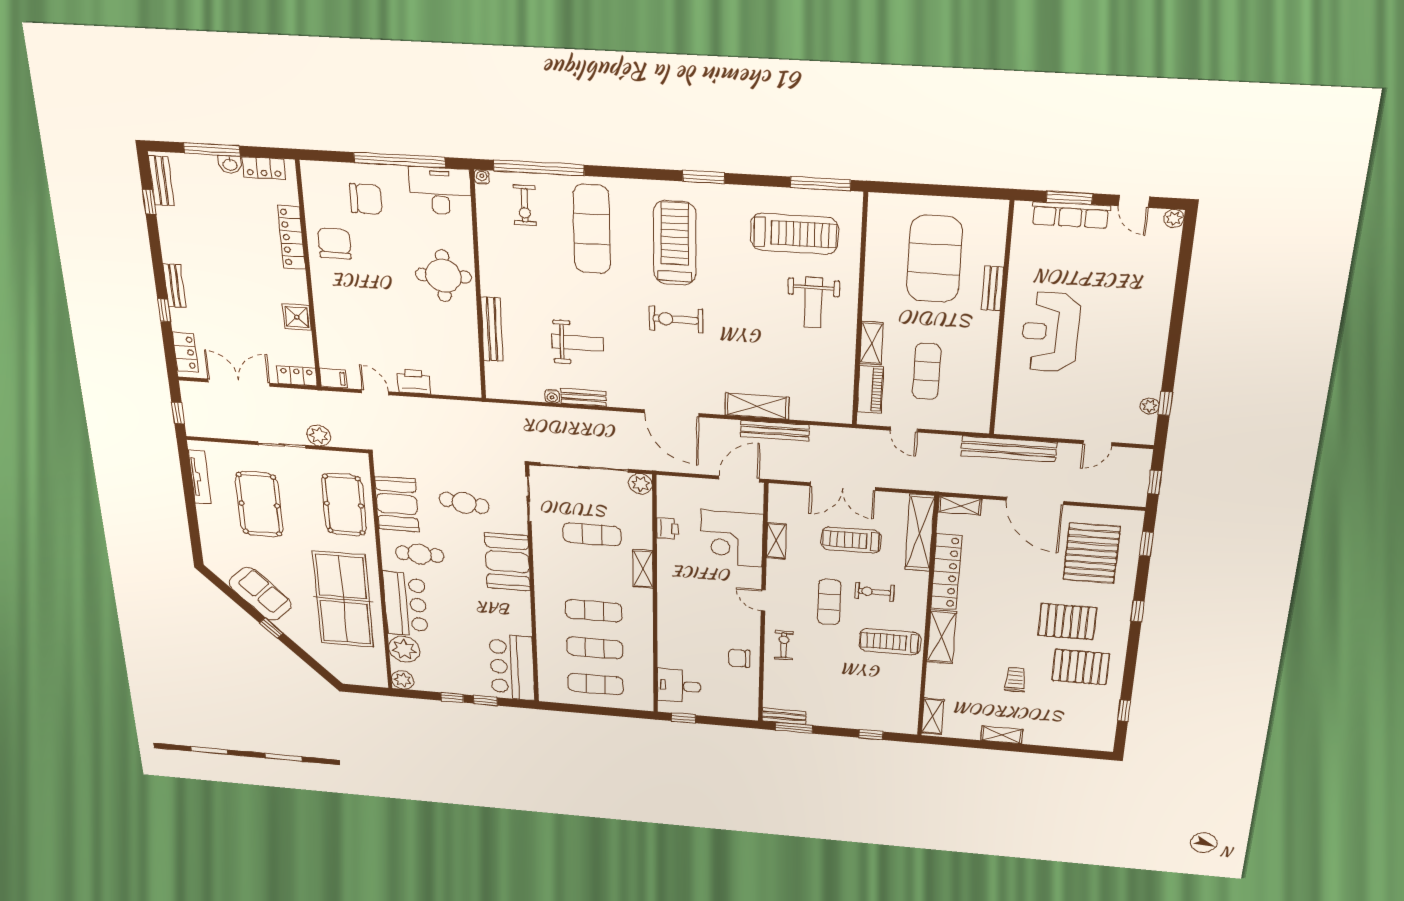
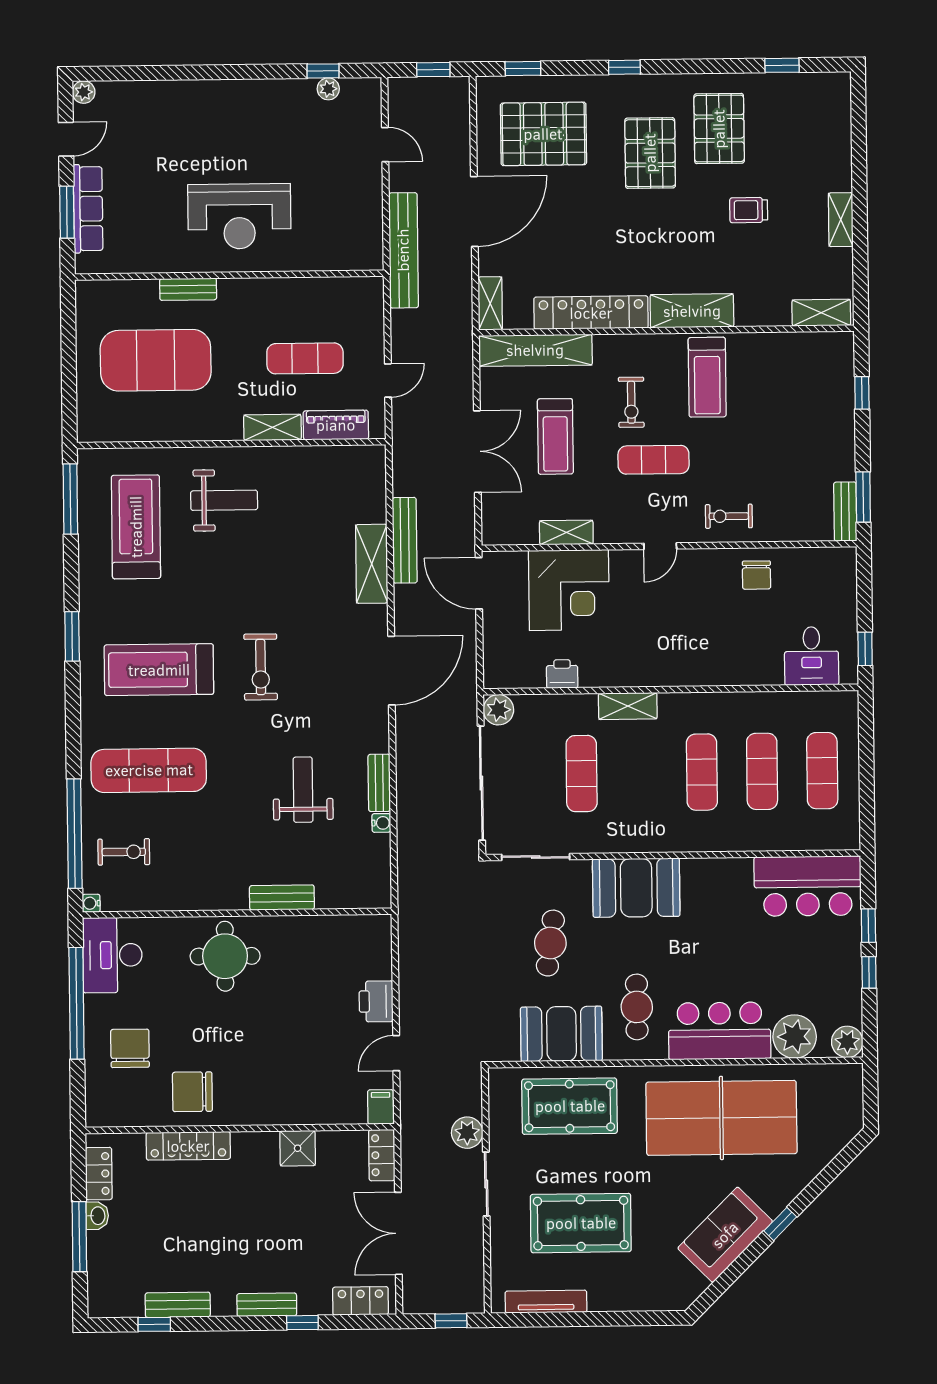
bench: (161, 181) -> (178, 1305), moved
bench: (492, 329) -> (282, 897), width x0.73

